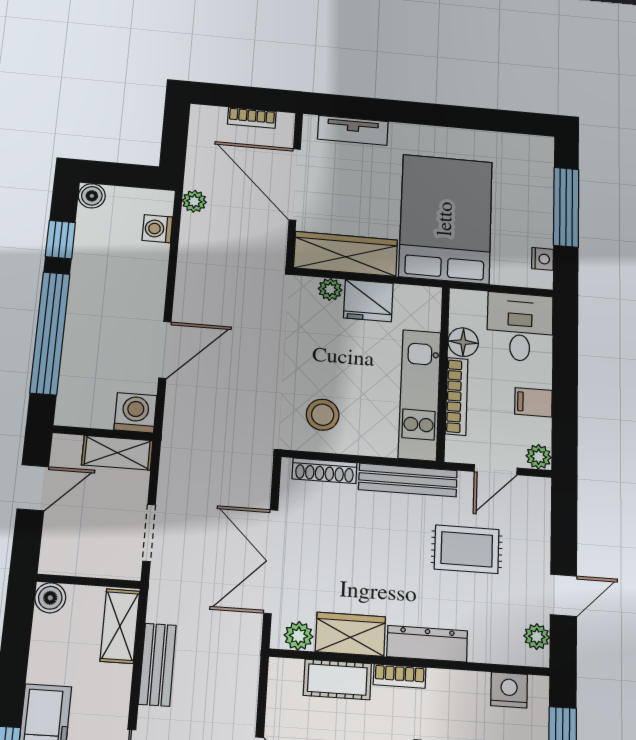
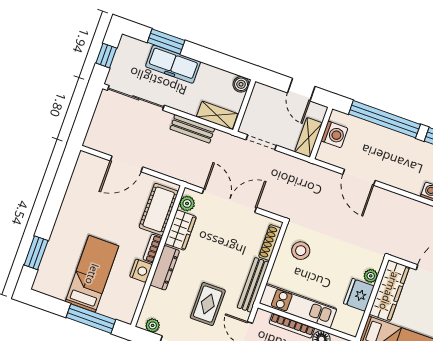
washing machine: (135, 413) -> (334, 134), moved
cot: (337, 680) -> (159, 209), width x1.37, depth x1.34
nightstand: (509, 690) -> (141, 271), moved

